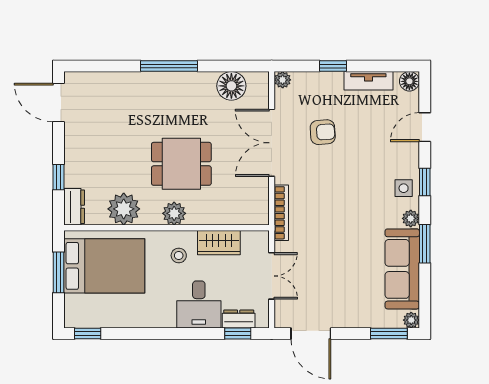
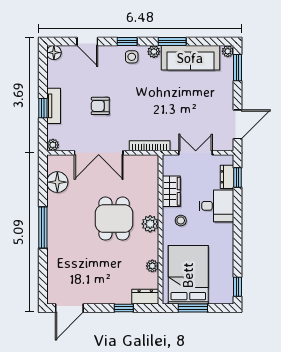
tv unit: (368, 81) -> (54, 106), moved
armchair: (323, 132) -> (100, 106), moved, turned -86
plant: (124, 209) -> (152, 266), width x0.53, depth x0.53

